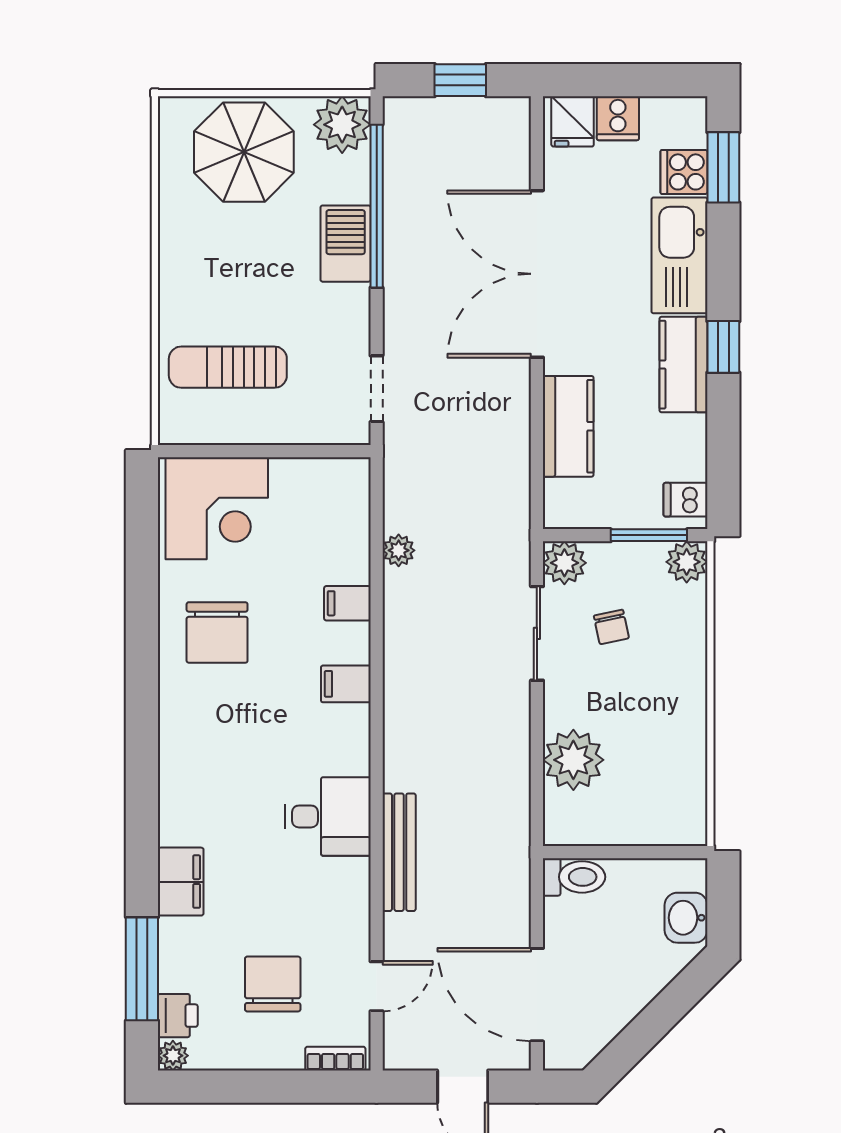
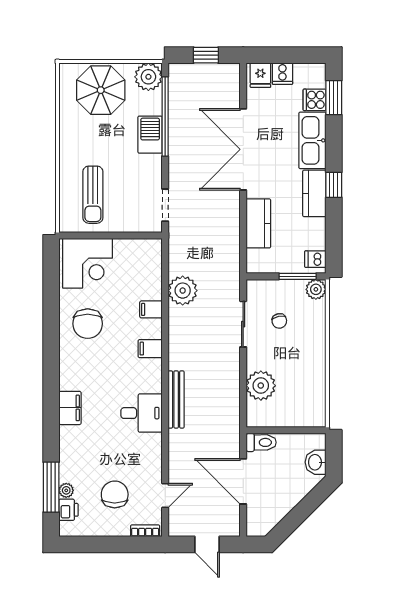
sun lounger: (228, 367) -> (93, 195), turned -90
plant: (399, 550) -> (183, 291), width x1.88, depth x1.88
plant: (564, 563) -> (256, 290), removed
bench: (399, 852) -> (176, 399), moved
filing cabinet: (181, 882) -> (70, 408), moved
door: (537, 995) -> (243, 481), moved
plant: (173, 1056) -> (66, 490), moved

